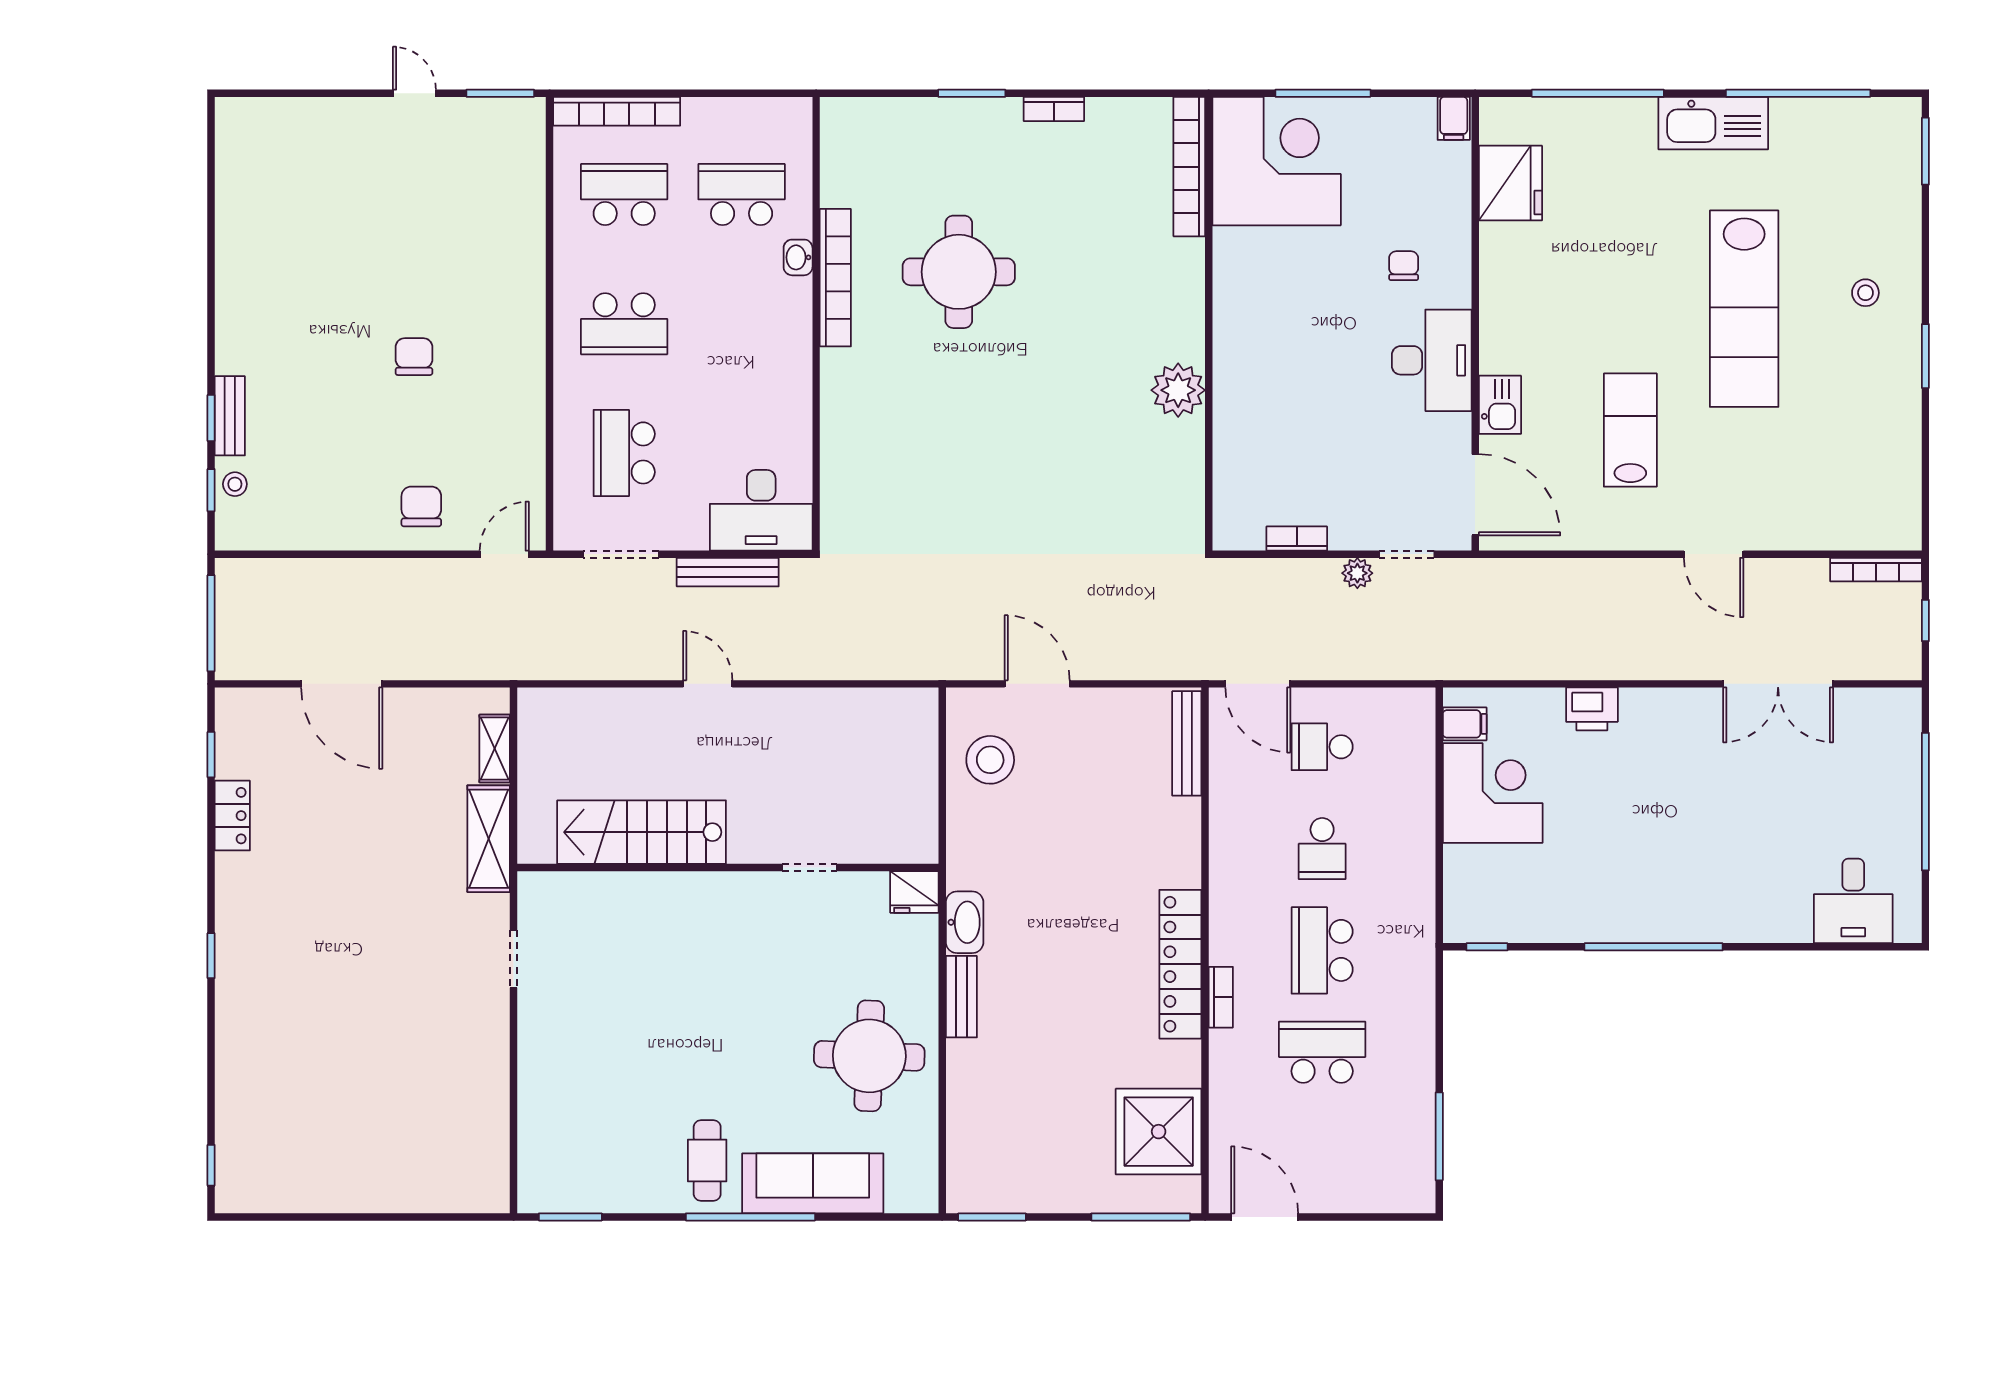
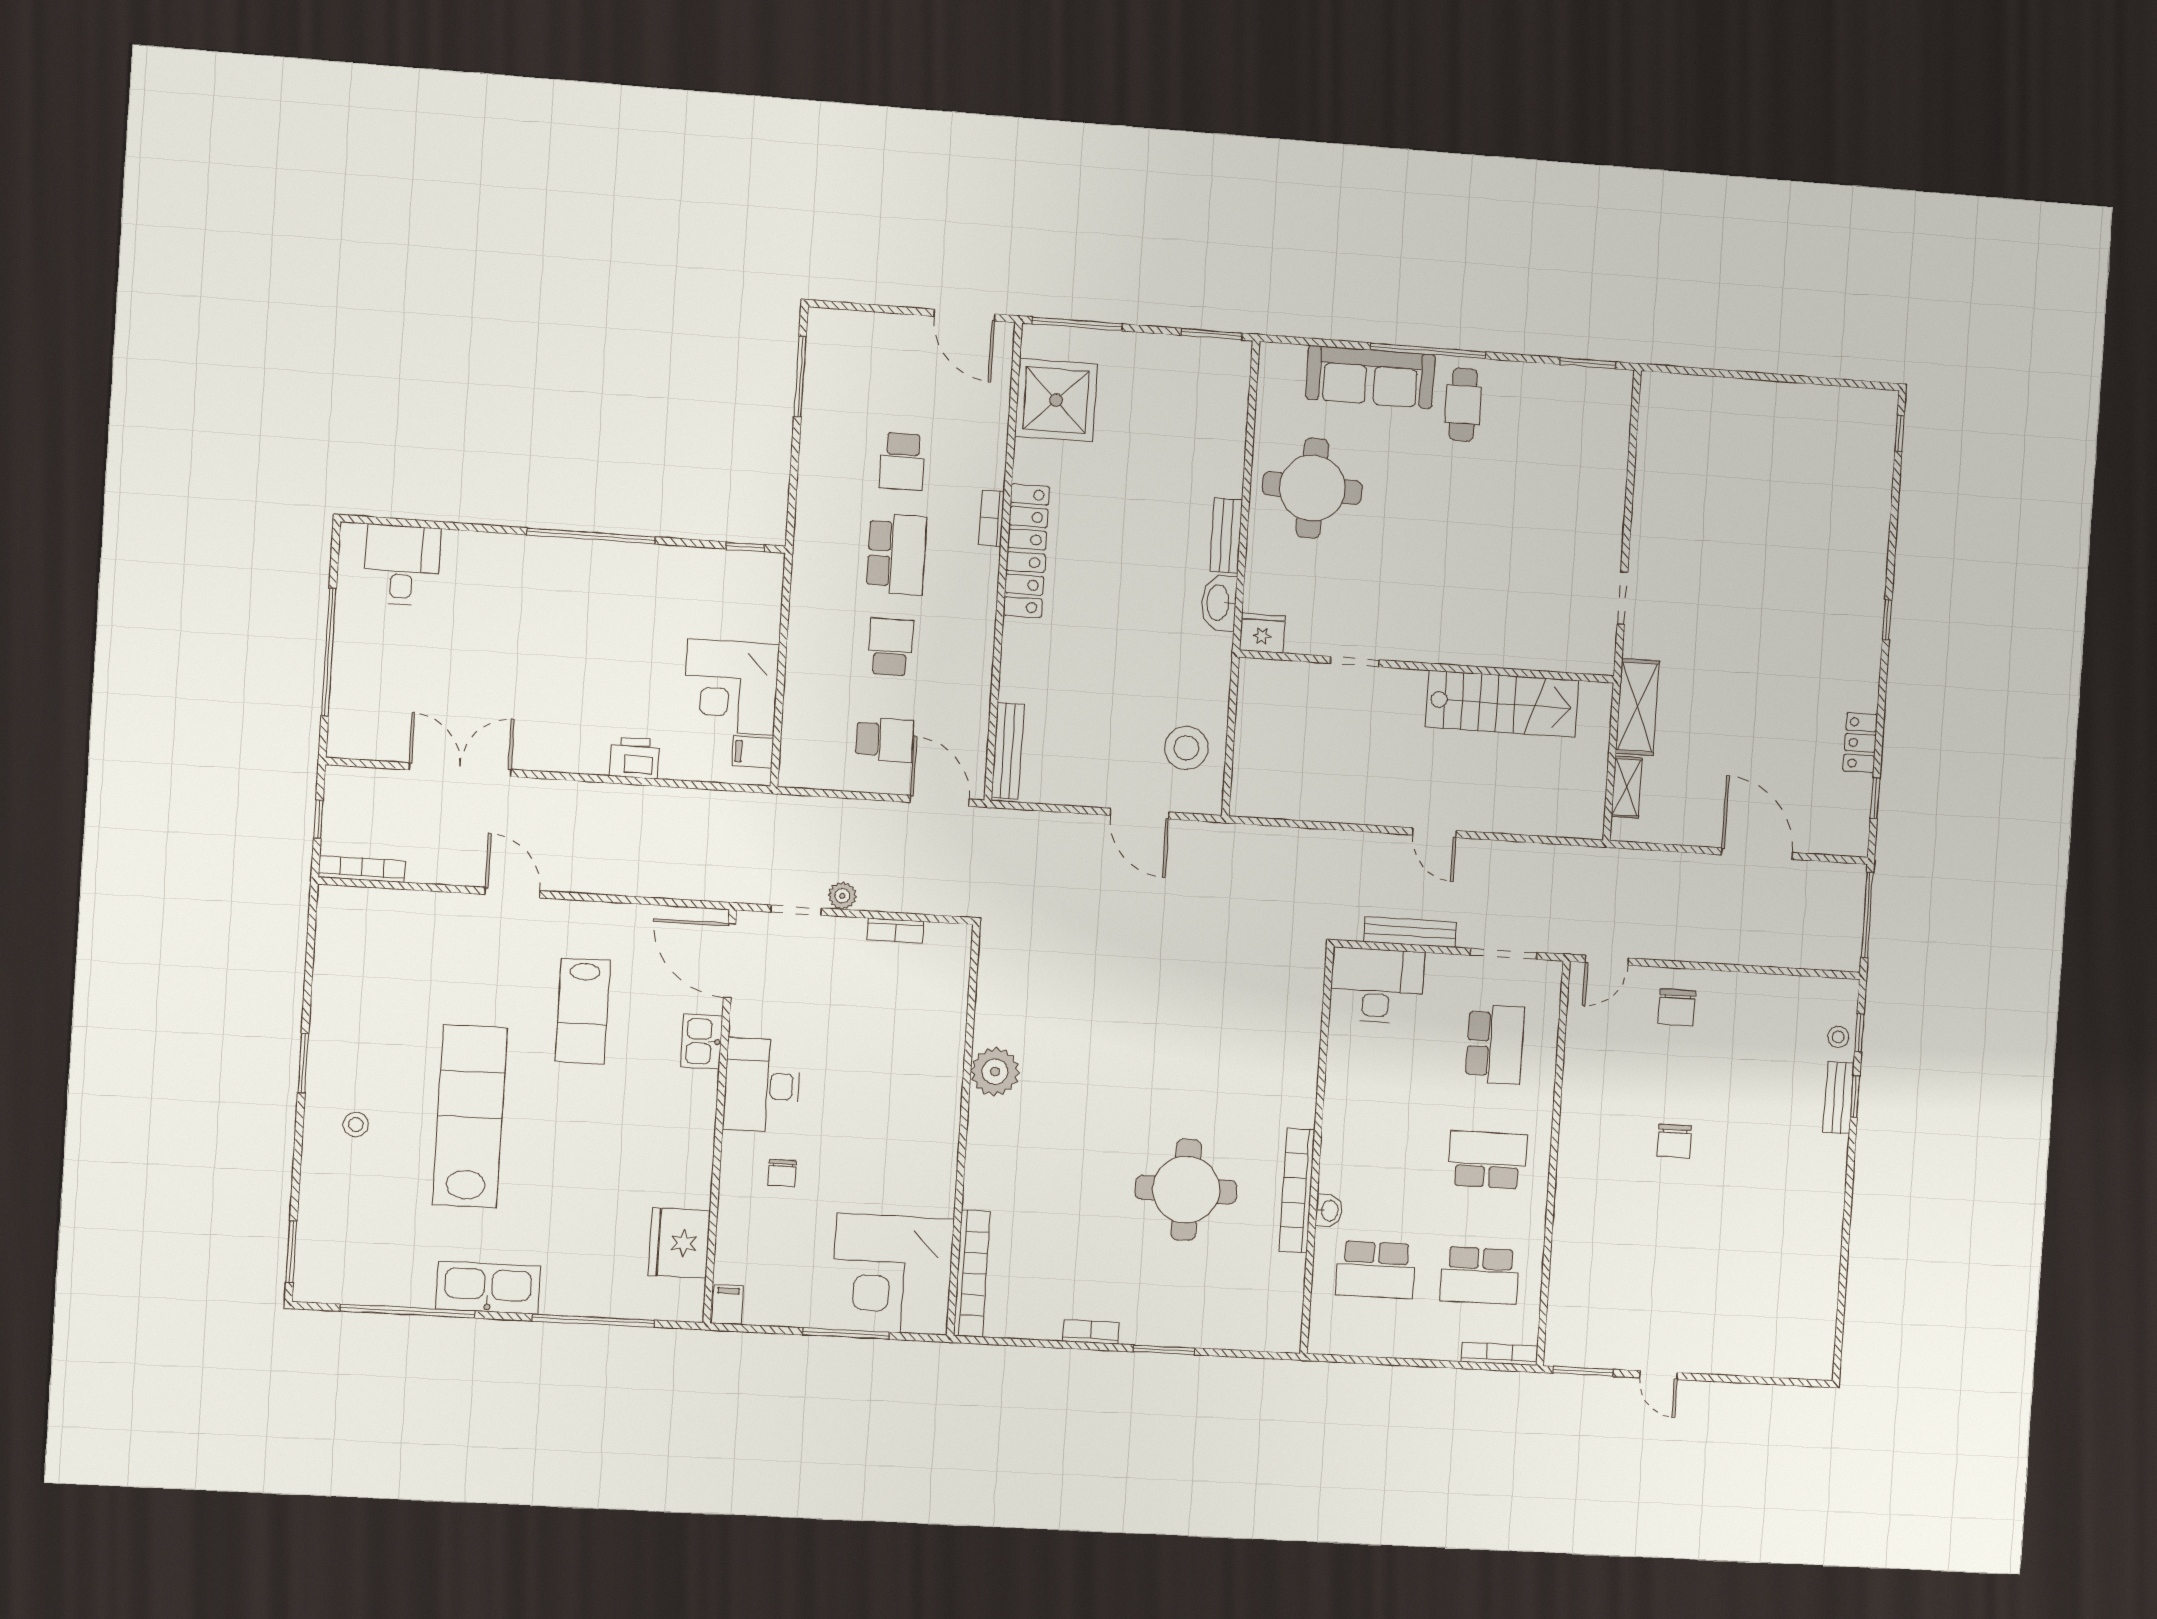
bookcase: (617, 111) -> (1499, 1354), width x0.68, depth x0.76
school desk: (1322, 1052) -> (902, 461), width x0.54

